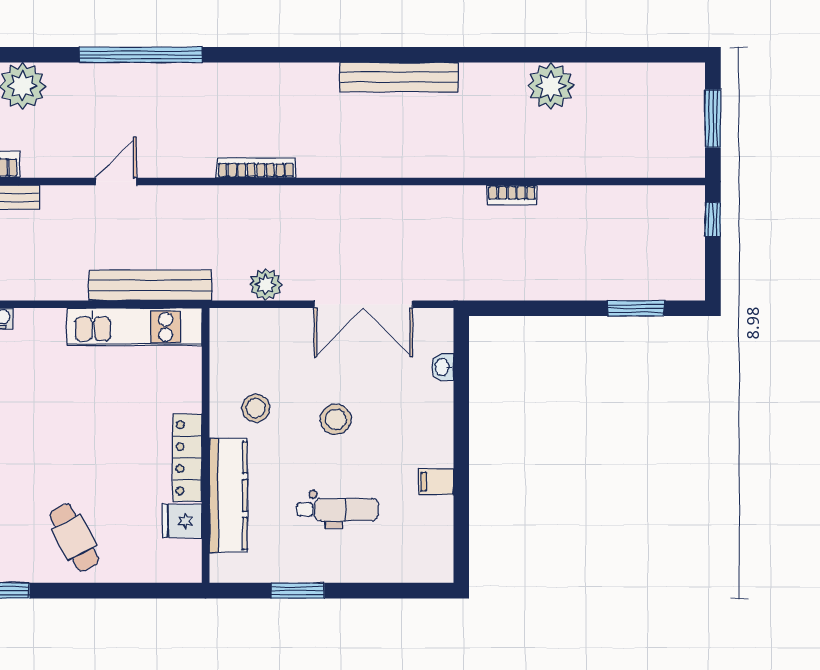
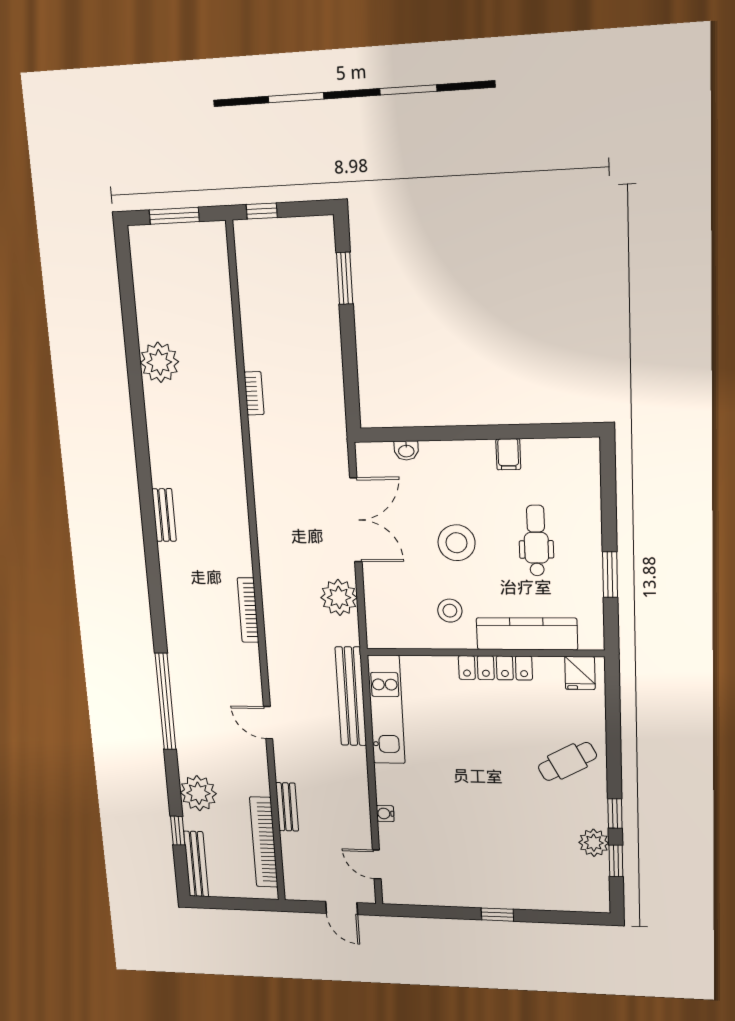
bench: (399, 77) -> (164, 515), width x0.54, depth x0.82
plant: (266, 285) -> (339, 598), width x1.36, depth x1.36
stool: (336, 419) -> (457, 543), width x1.38, depth x1.38
fridge: (182, 521) -> (580, 673), moved

